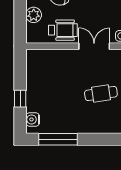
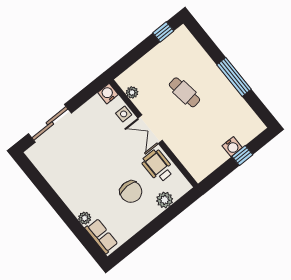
water cooler: (33, 119) -> (232, 147), moved
window: (58, 139) -> (234, 77), moved

